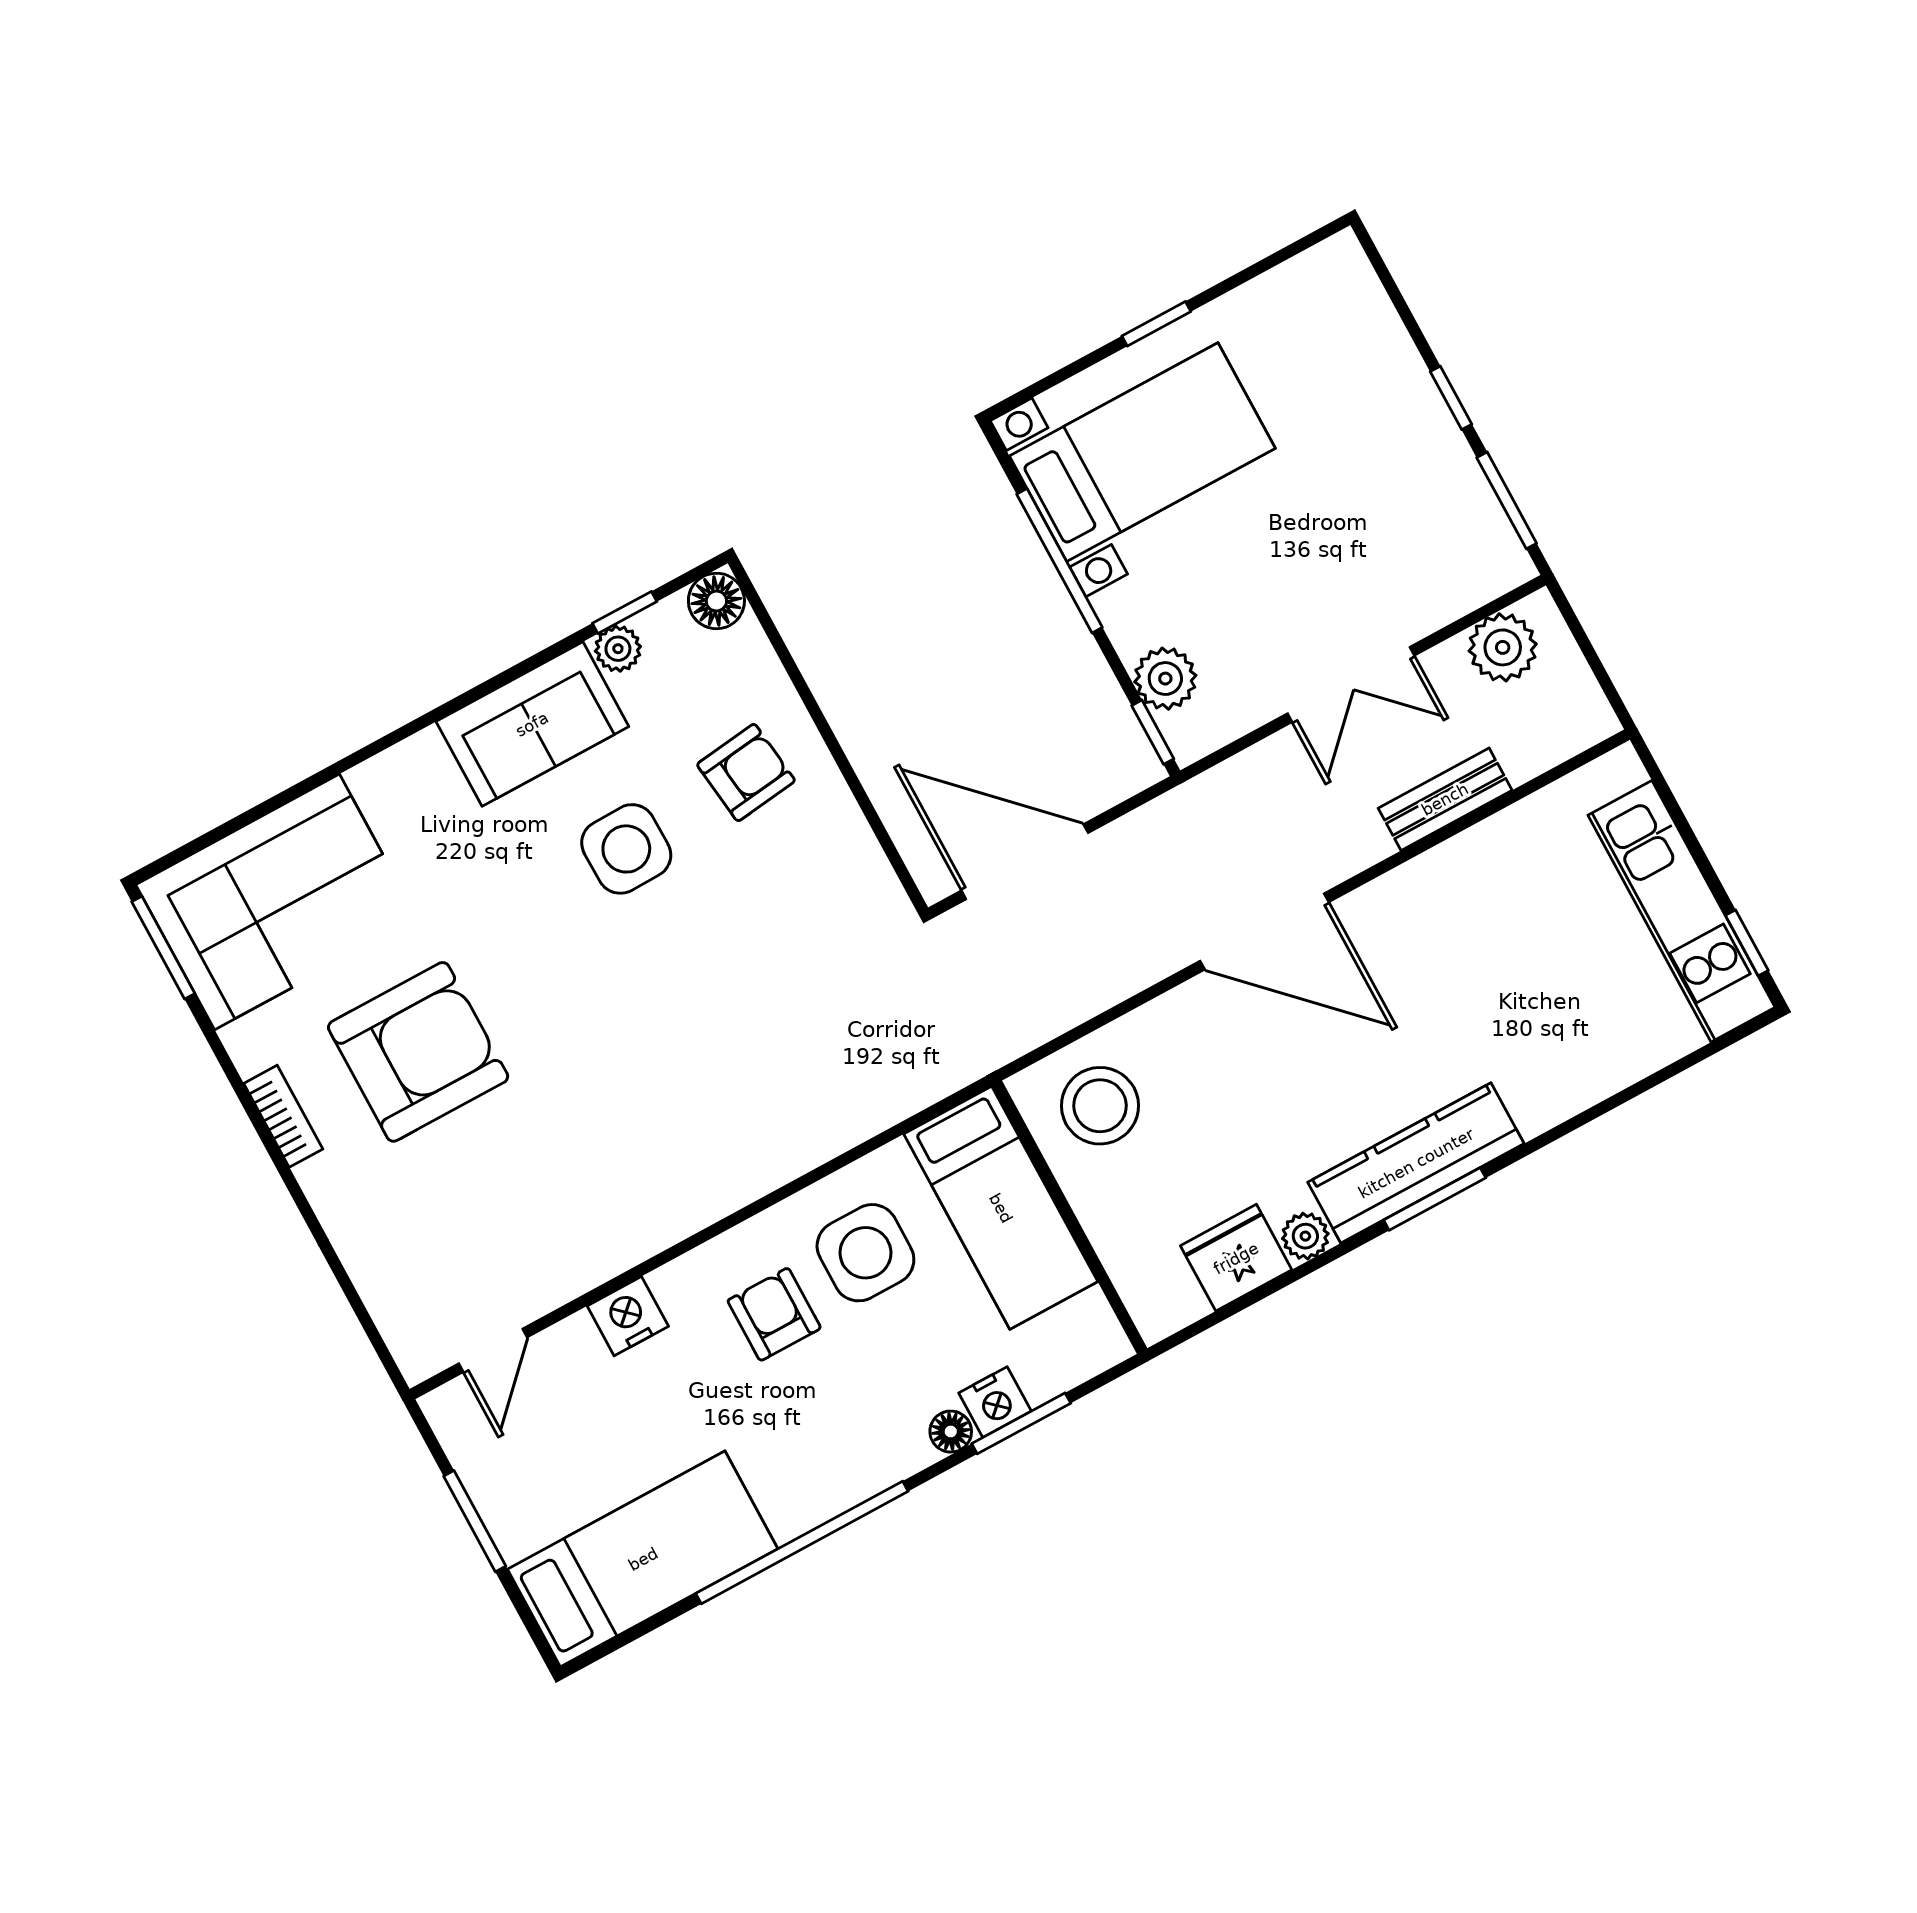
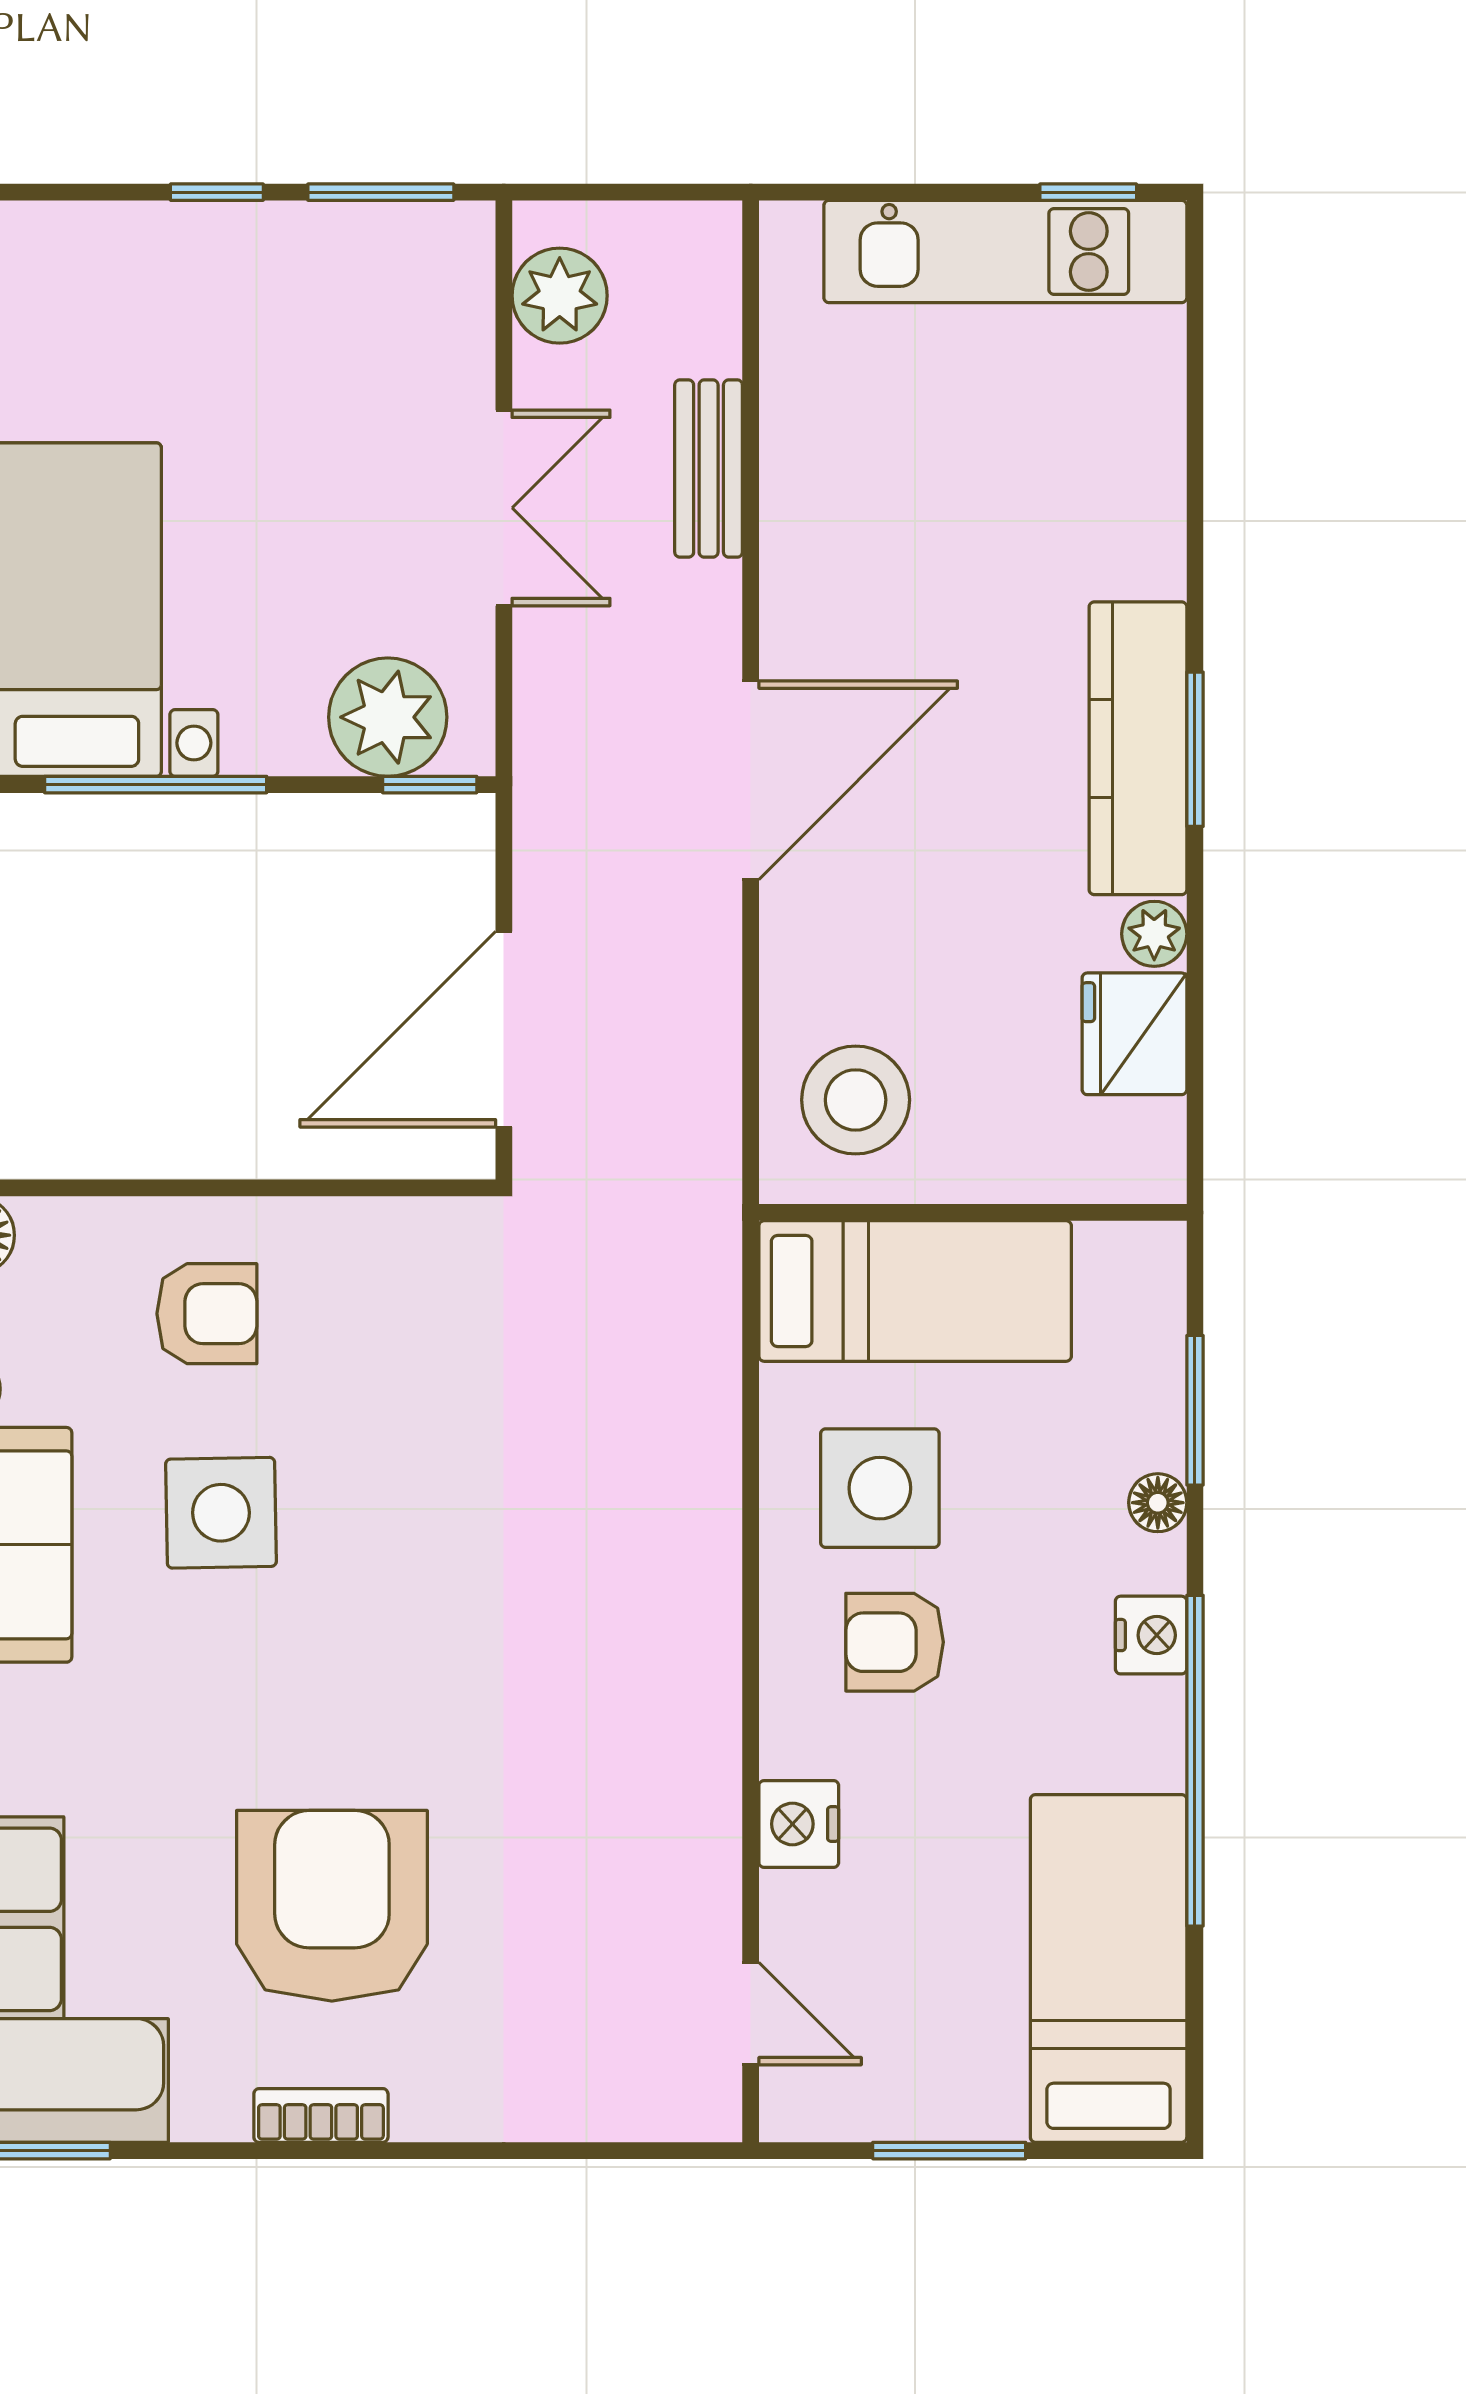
plant: (1165, 679) -> (388, 717), width x1.36, depth x1.36
armchair: (746, 773) -> (207, 1314), turned 97
nightstand: (995, 1402) -> (1151, 1635), moved

